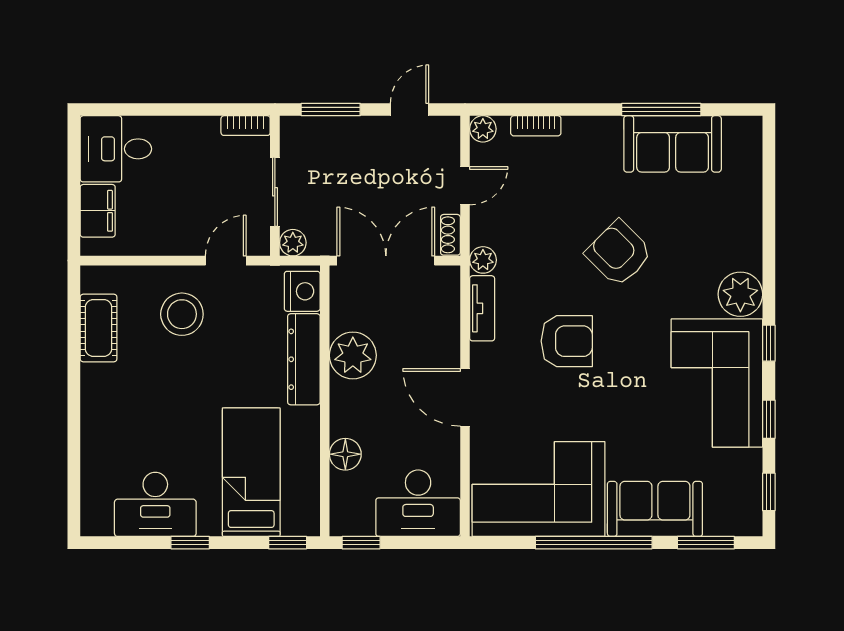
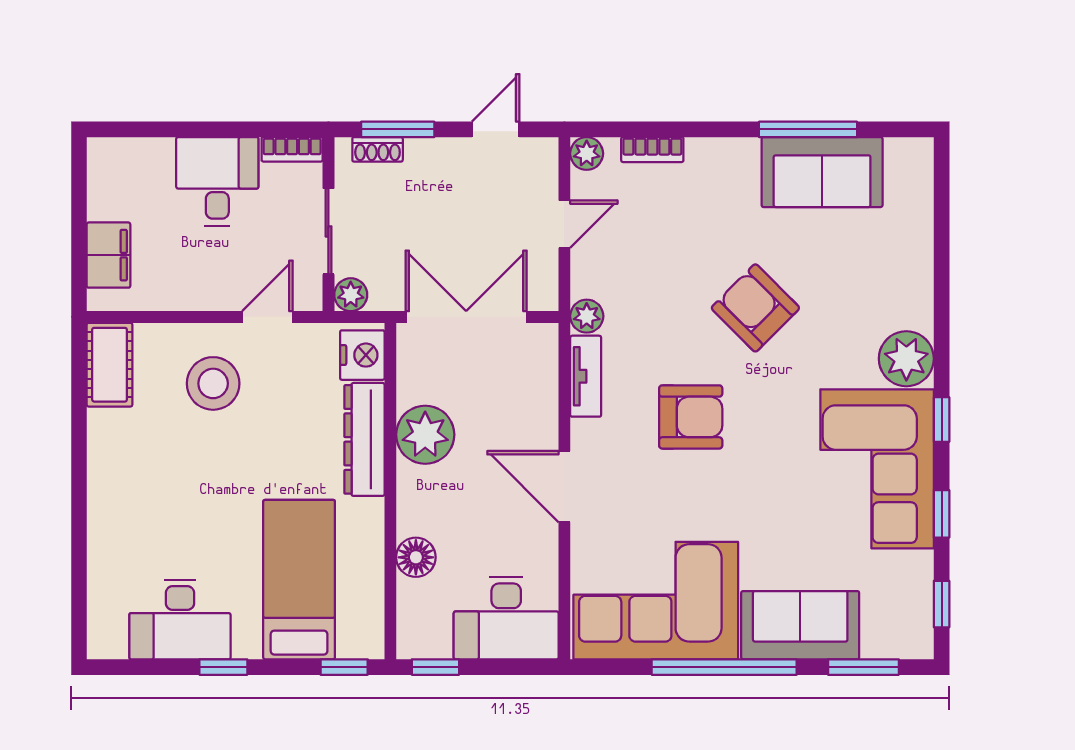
desk: (116, 149) -> (217, 181), moved, turned 90
shoe rack: (450, 235) -> (378, 149), moved, turned -90
cot: (99, 328) -> (110, 365), moved

